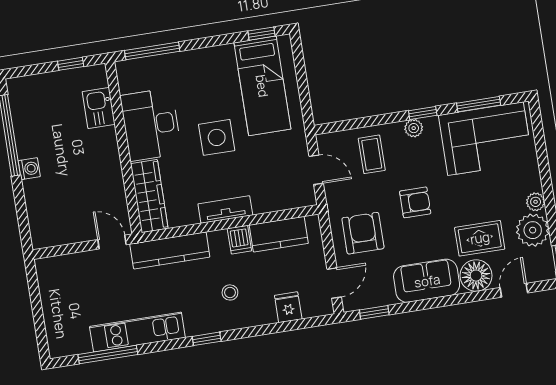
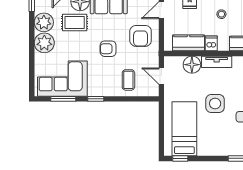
plant: (414, 128) -> (102, 91), removed
floor lamp: (267, 198) -> (192, 65), added
plant: (536, 202) -> (44, 43), width x1.87, depth x1.87

